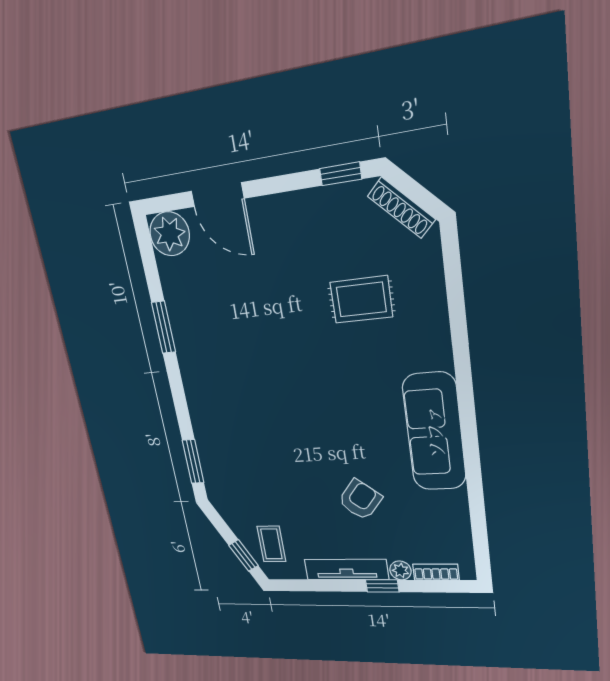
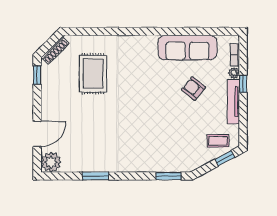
rug: (361, 299) -> (93, 74), width x1.36, depth x1.43
sofa: (434, 432) -> (187, 48), moved

